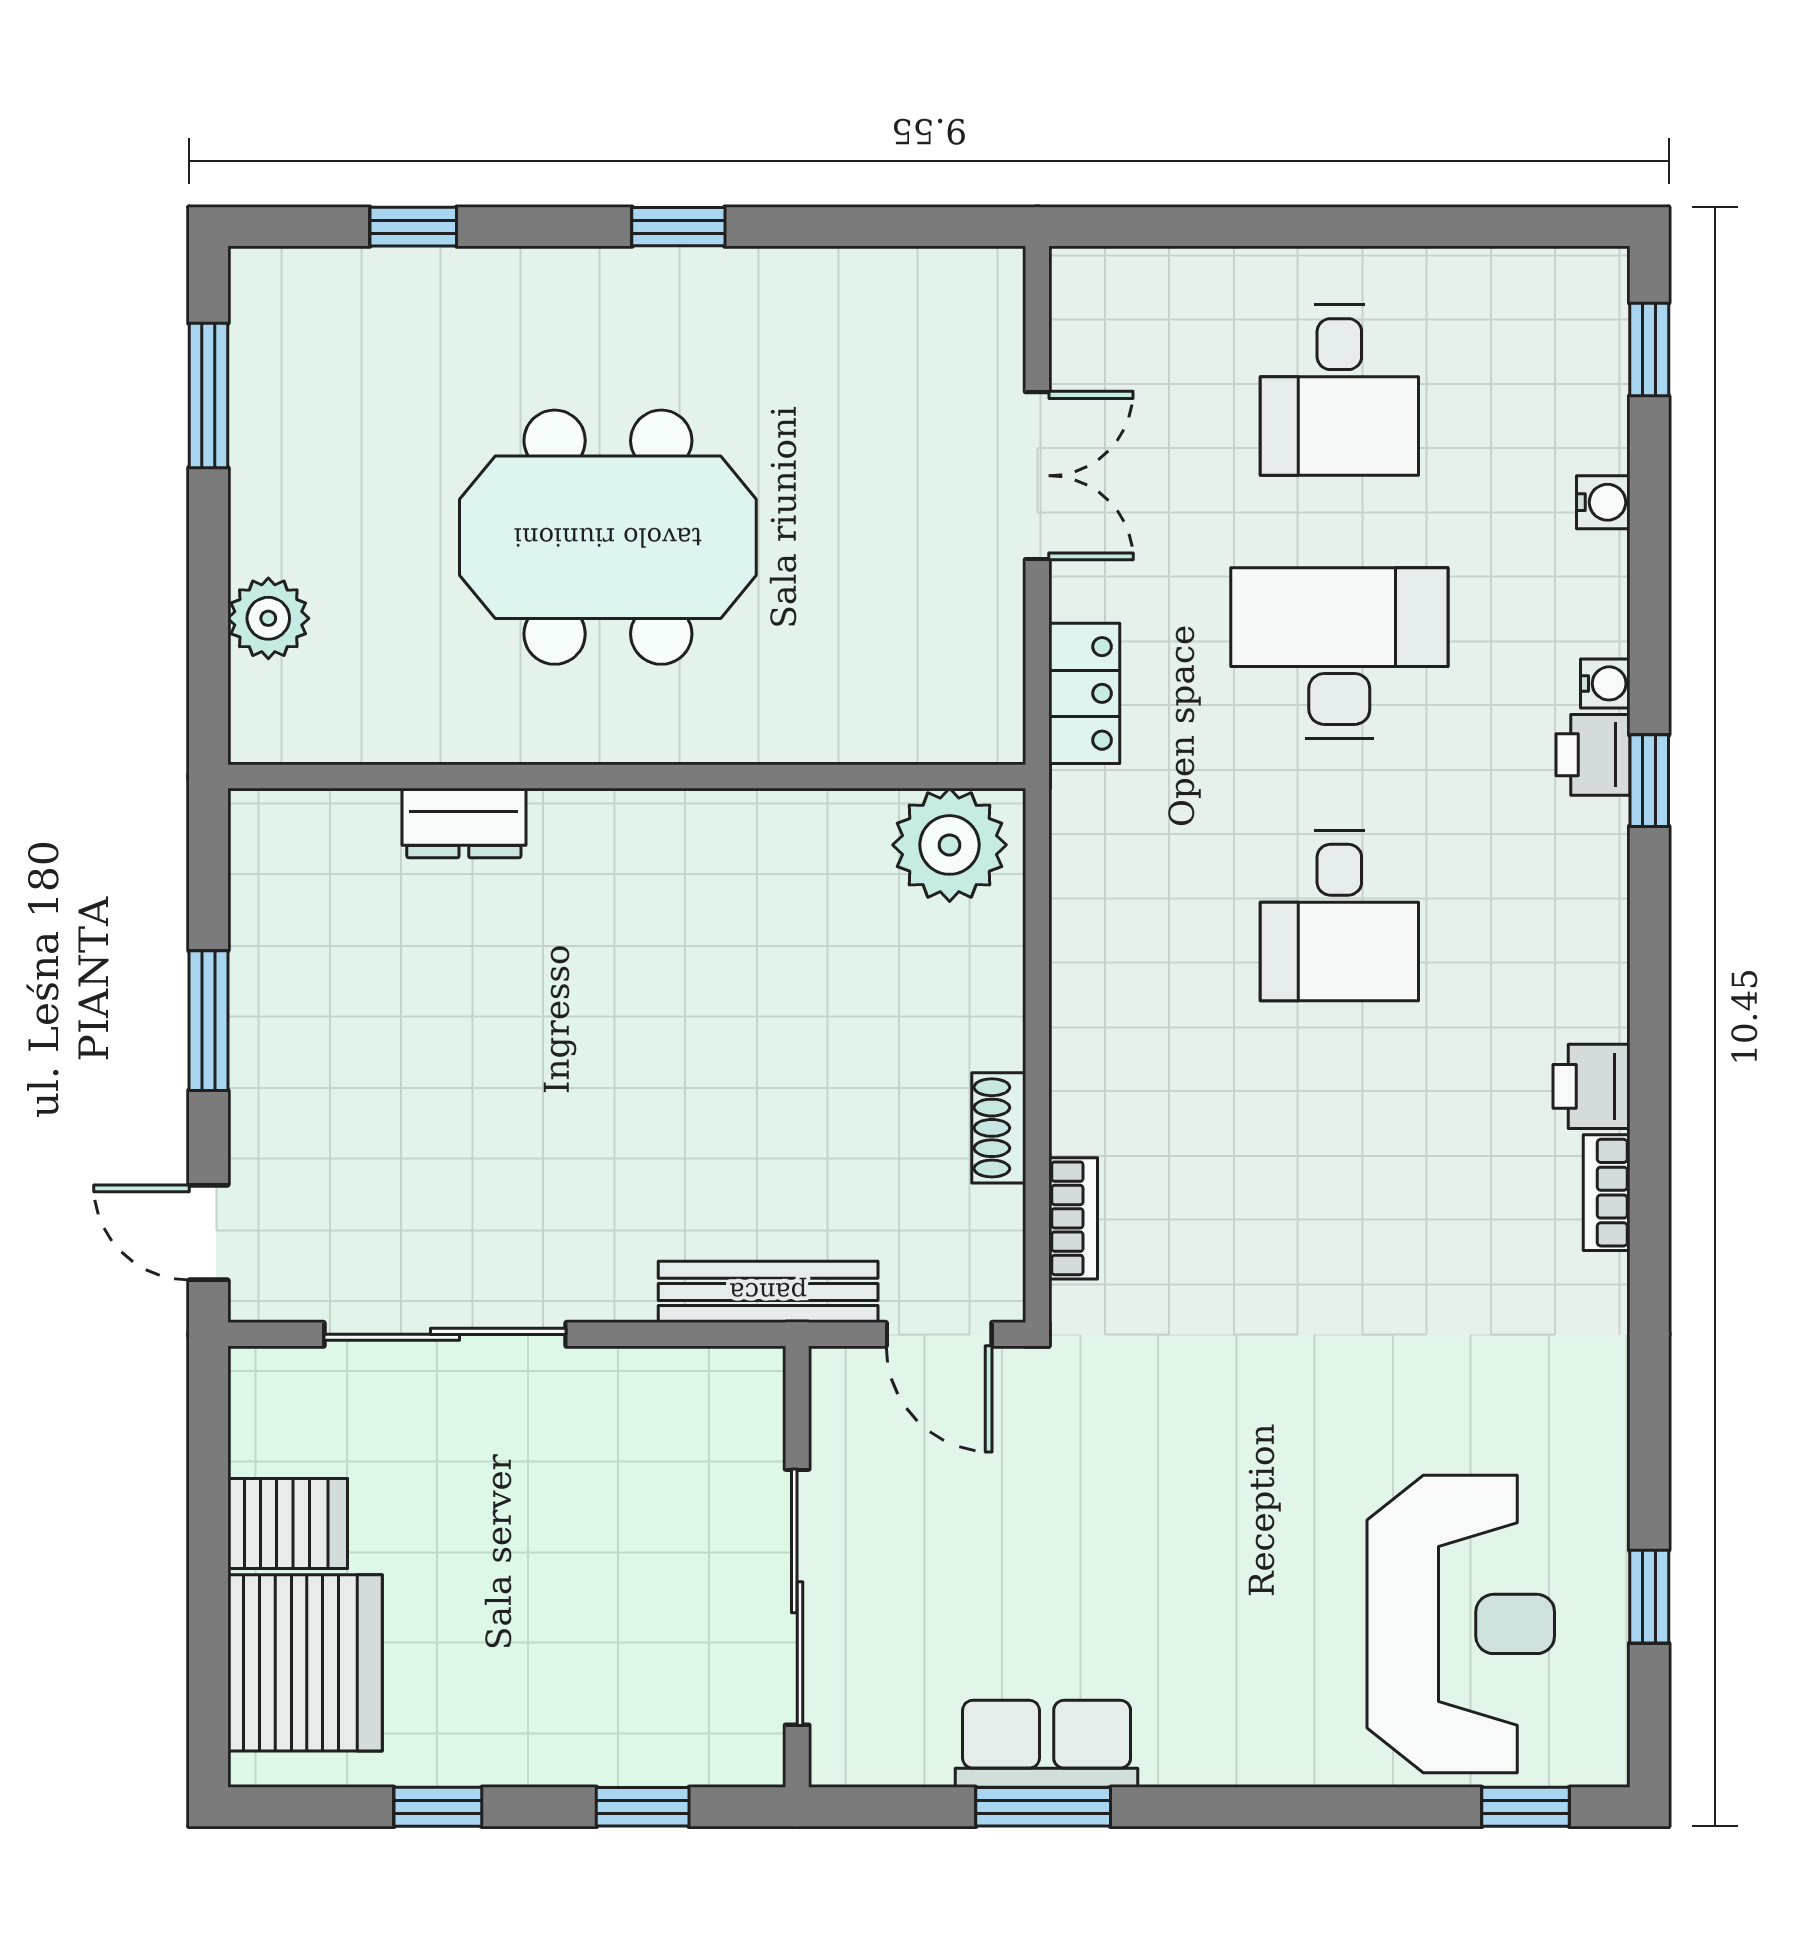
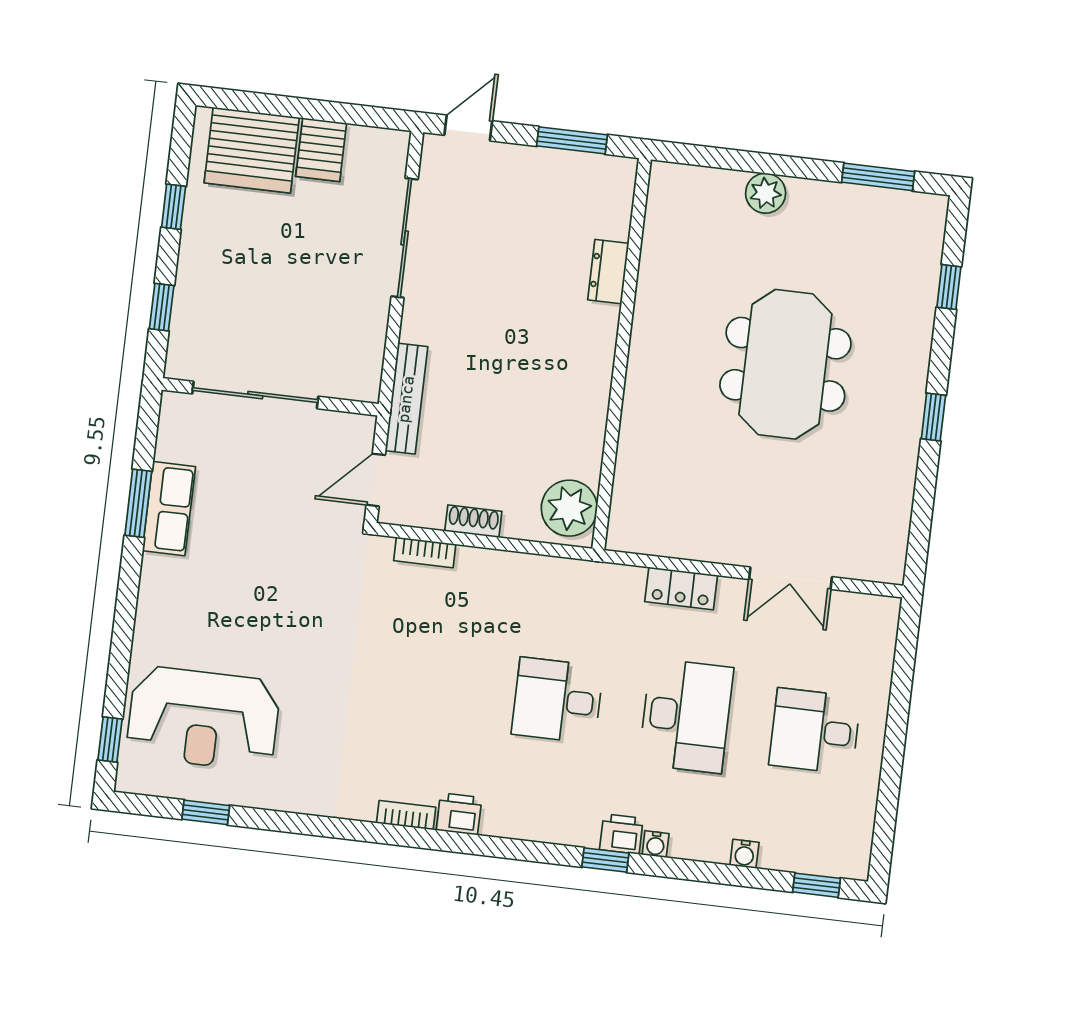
wall: (627, 777) -> (622, 354), moved
dresser: (464, 823) -> (608, 272), moved
plant: (950, 845) -> (569, 508), moved

